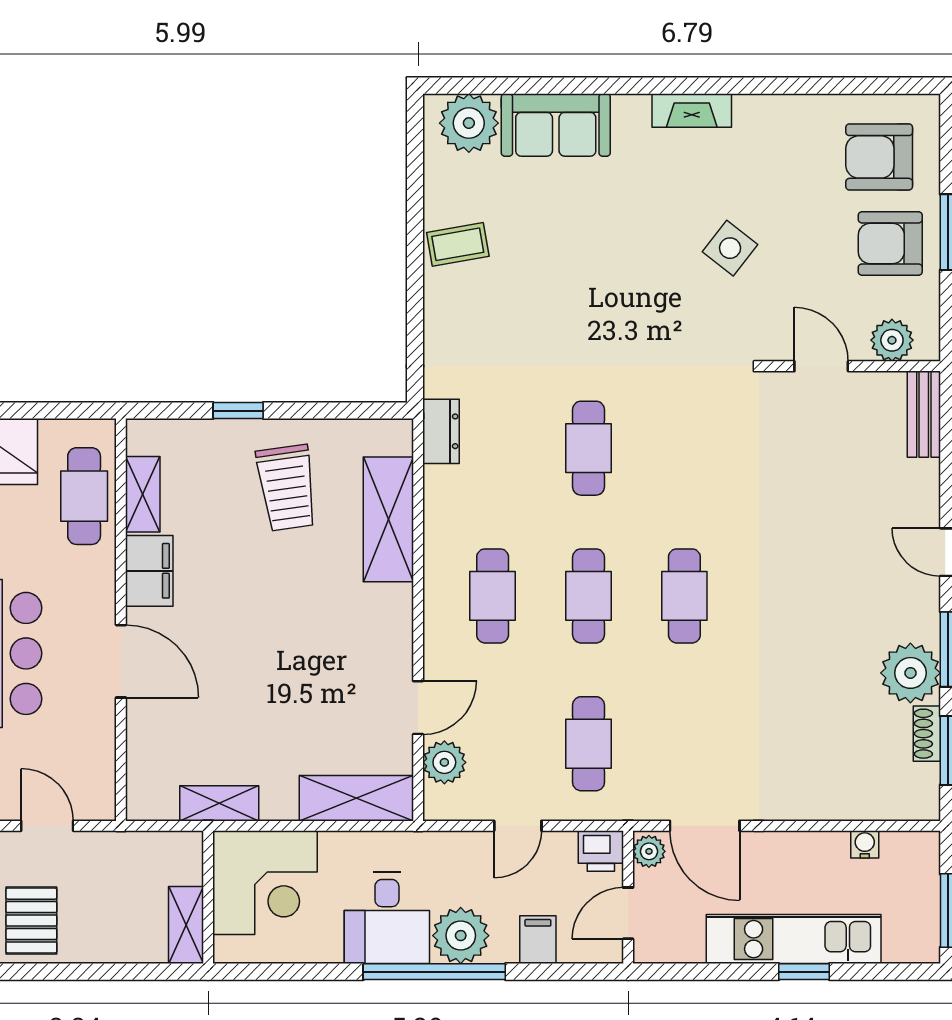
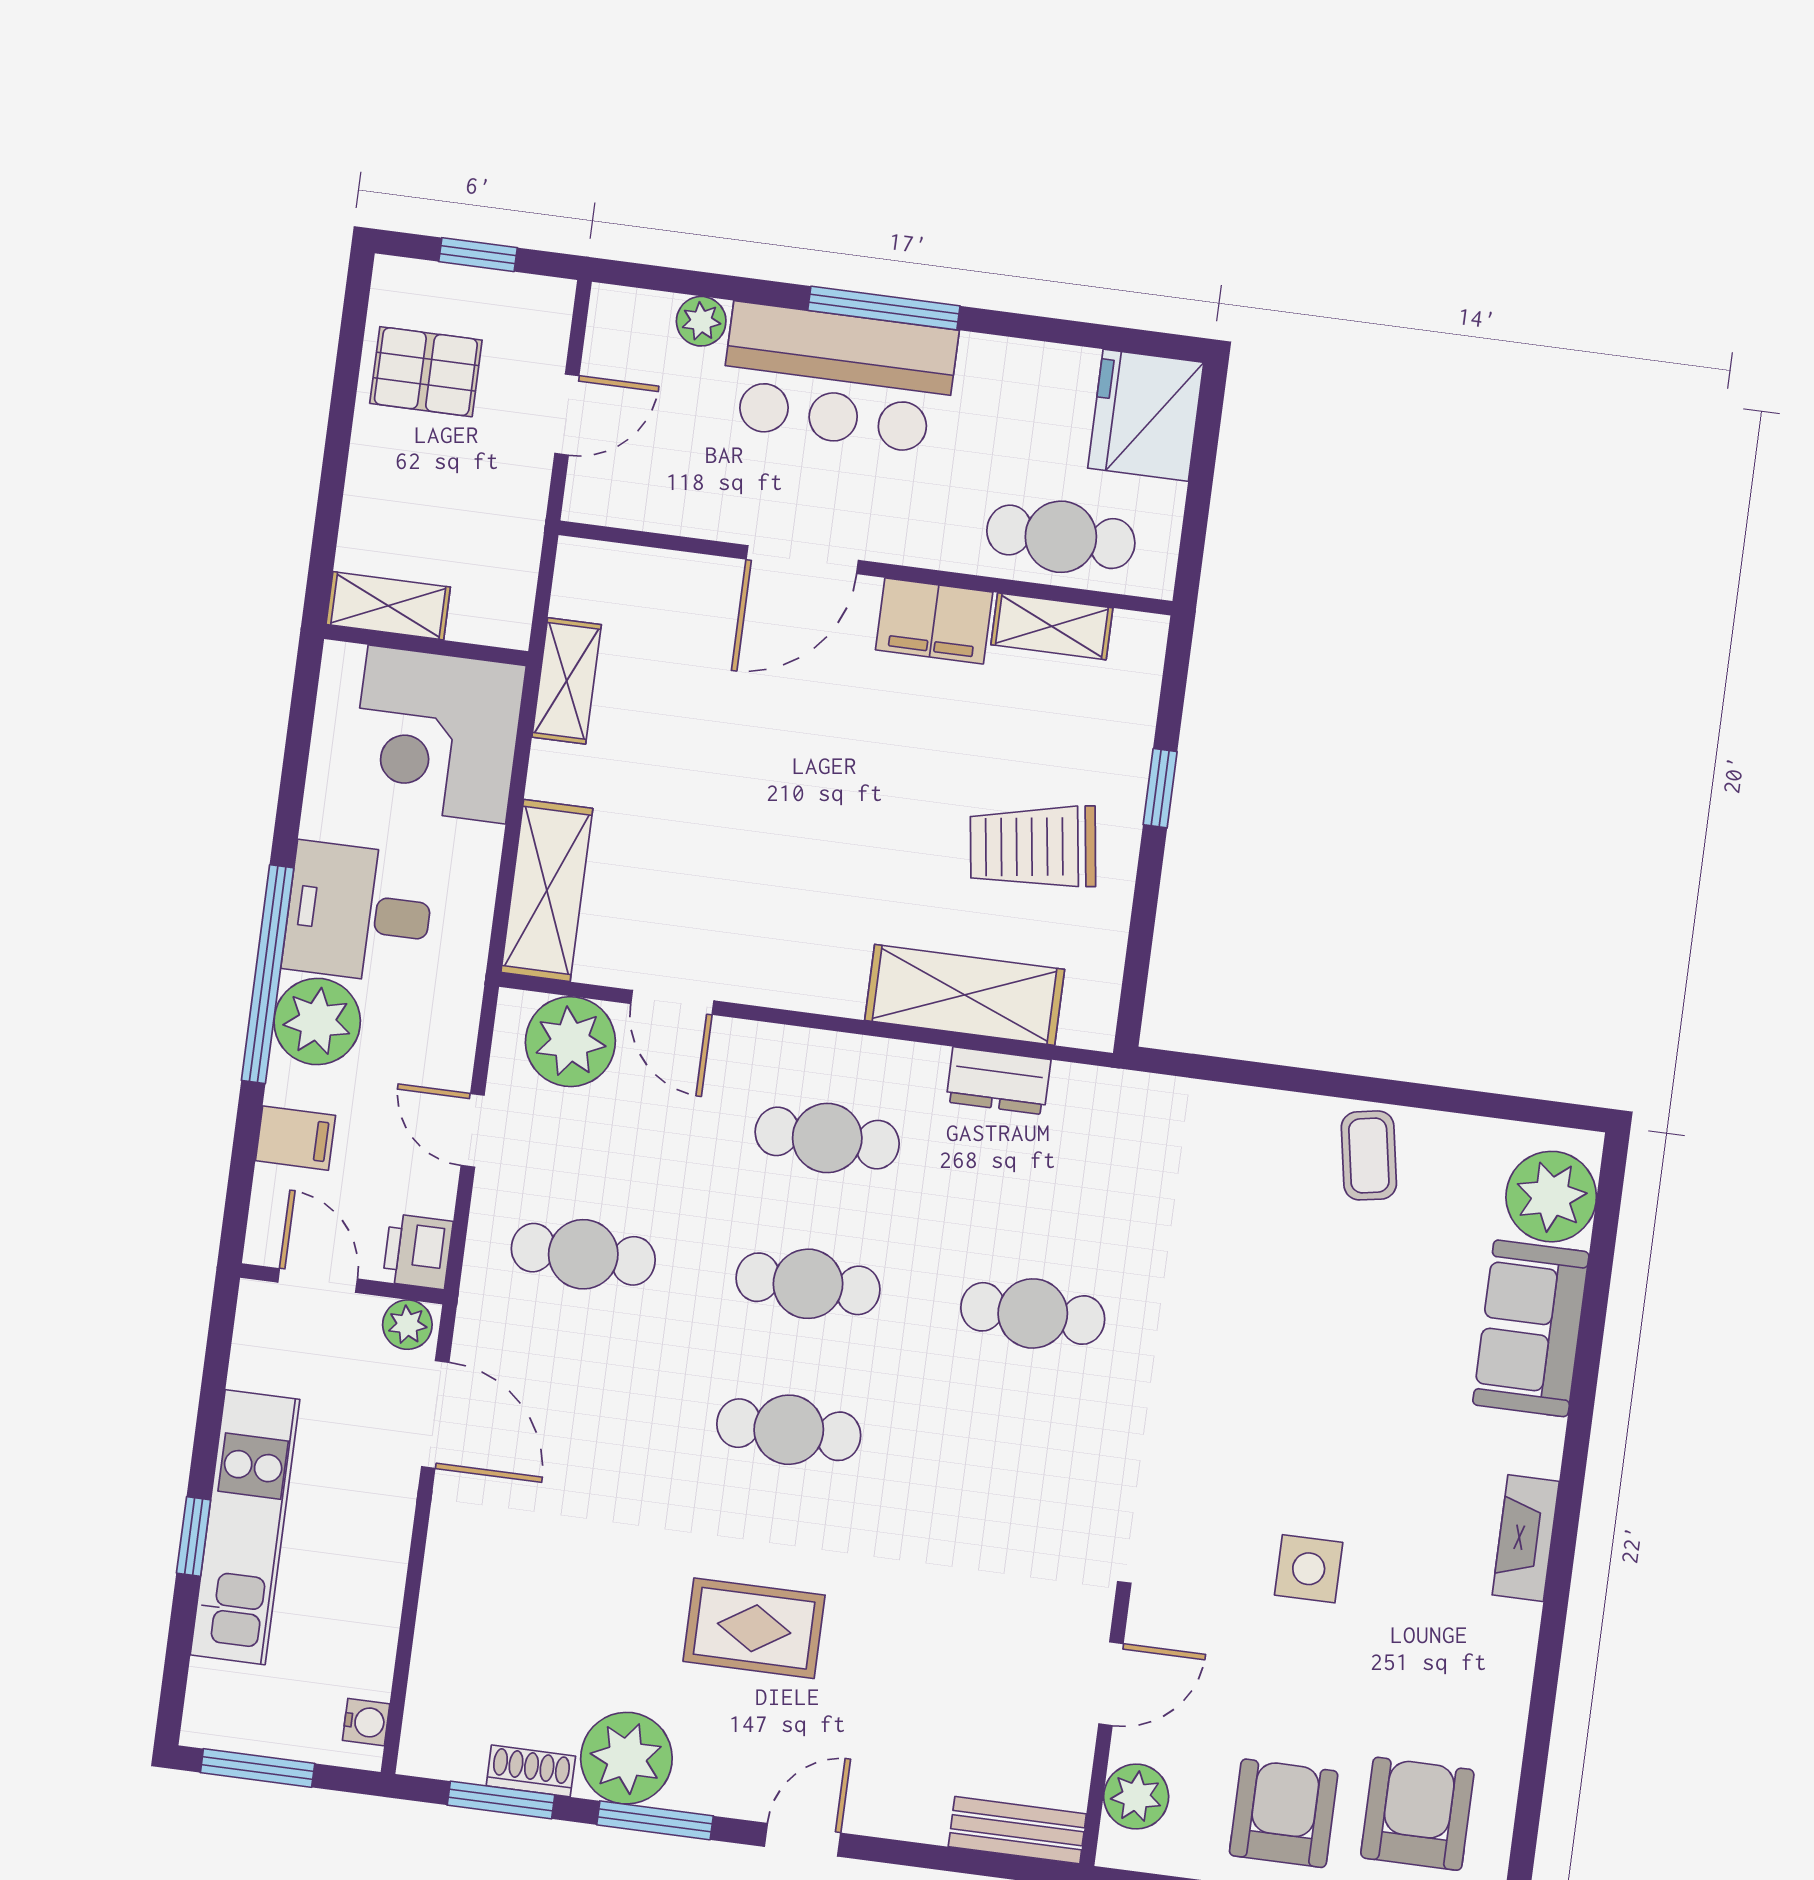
side table: (730, 248) -> (1309, 1569), turned -38
dresser: (441, 431) -> (998, 1081), moved
rug: (816, 601) -> (754, 1628), added
plant: (444, 762) -> (570, 1042), width x1.36, depth x1.36
door: (705, 826) -> (435, 1414), swing flipped
water cooler: (865, 844) -> (366, 1722), moved

